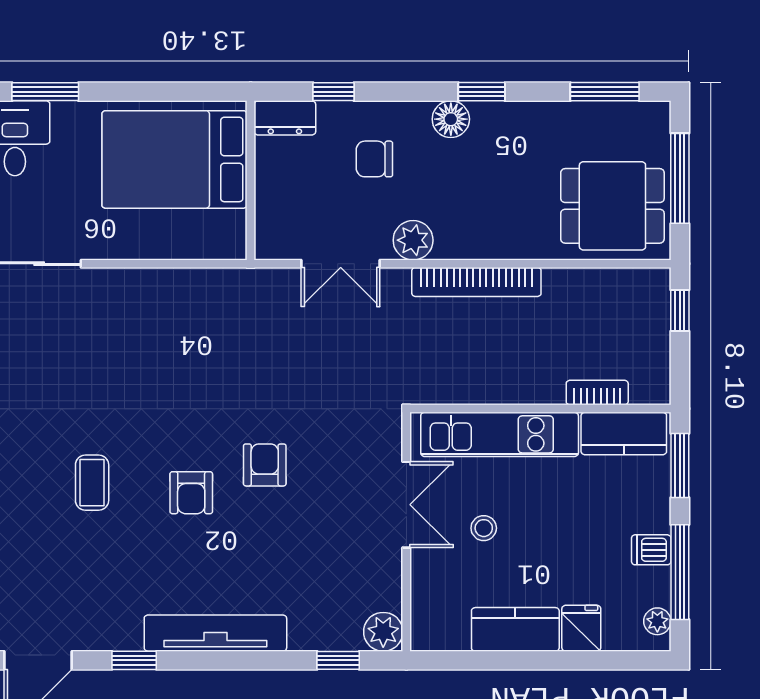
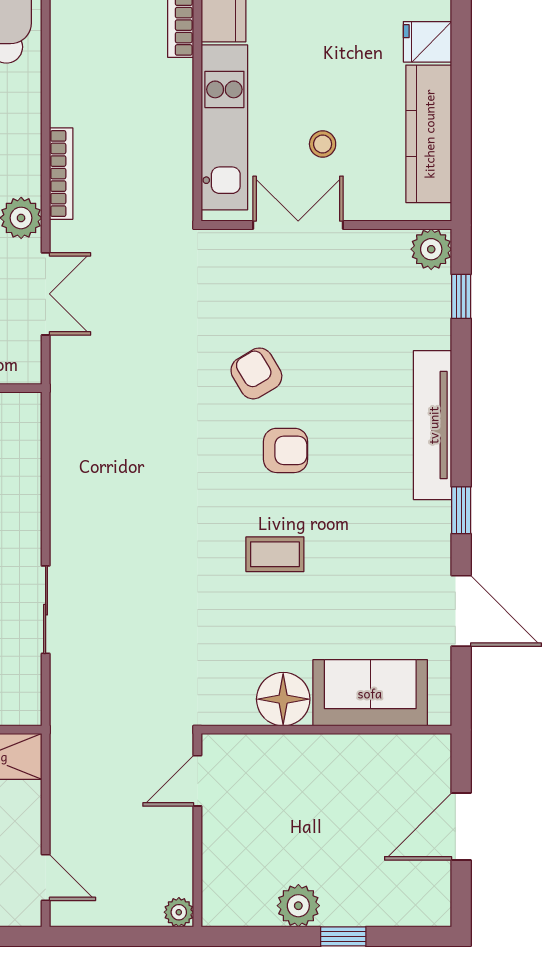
bookcase: (476, 282) -> (61, 174), width x0.68, depth x0.76
armchair: (265, 465) -> (256, 373), turned 59
kitchen counter: (515, 629) -> (429, 134), width x1.50

